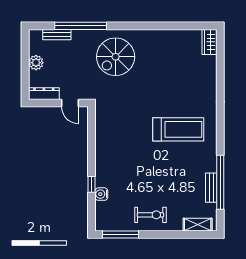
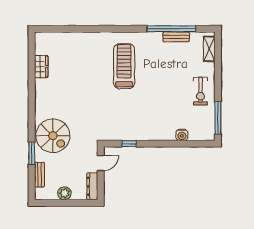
window: (81, 26) -> (32, 153), width x0.47
wardrobe: (209, 42) -> (41, 67), moved, turned -90
spiral stairs: (116, 57) -> (53, 136), moved
window: (92, 184) -> (129, 144), moved
exercise bike: (150, 215) -> (200, 91), turned 180

